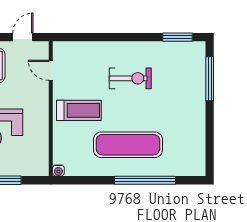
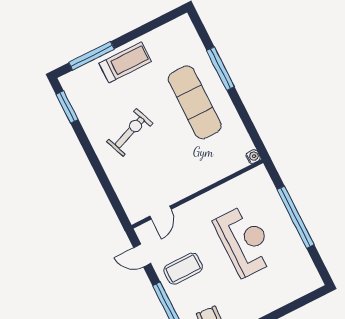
exercise bike: (130, 78) -> (130, 132), turned 69
treadmill: (79, 110) -> (125, 62), moved, turned 90
window: (145, 180) -> (220, 69), width x0.68

